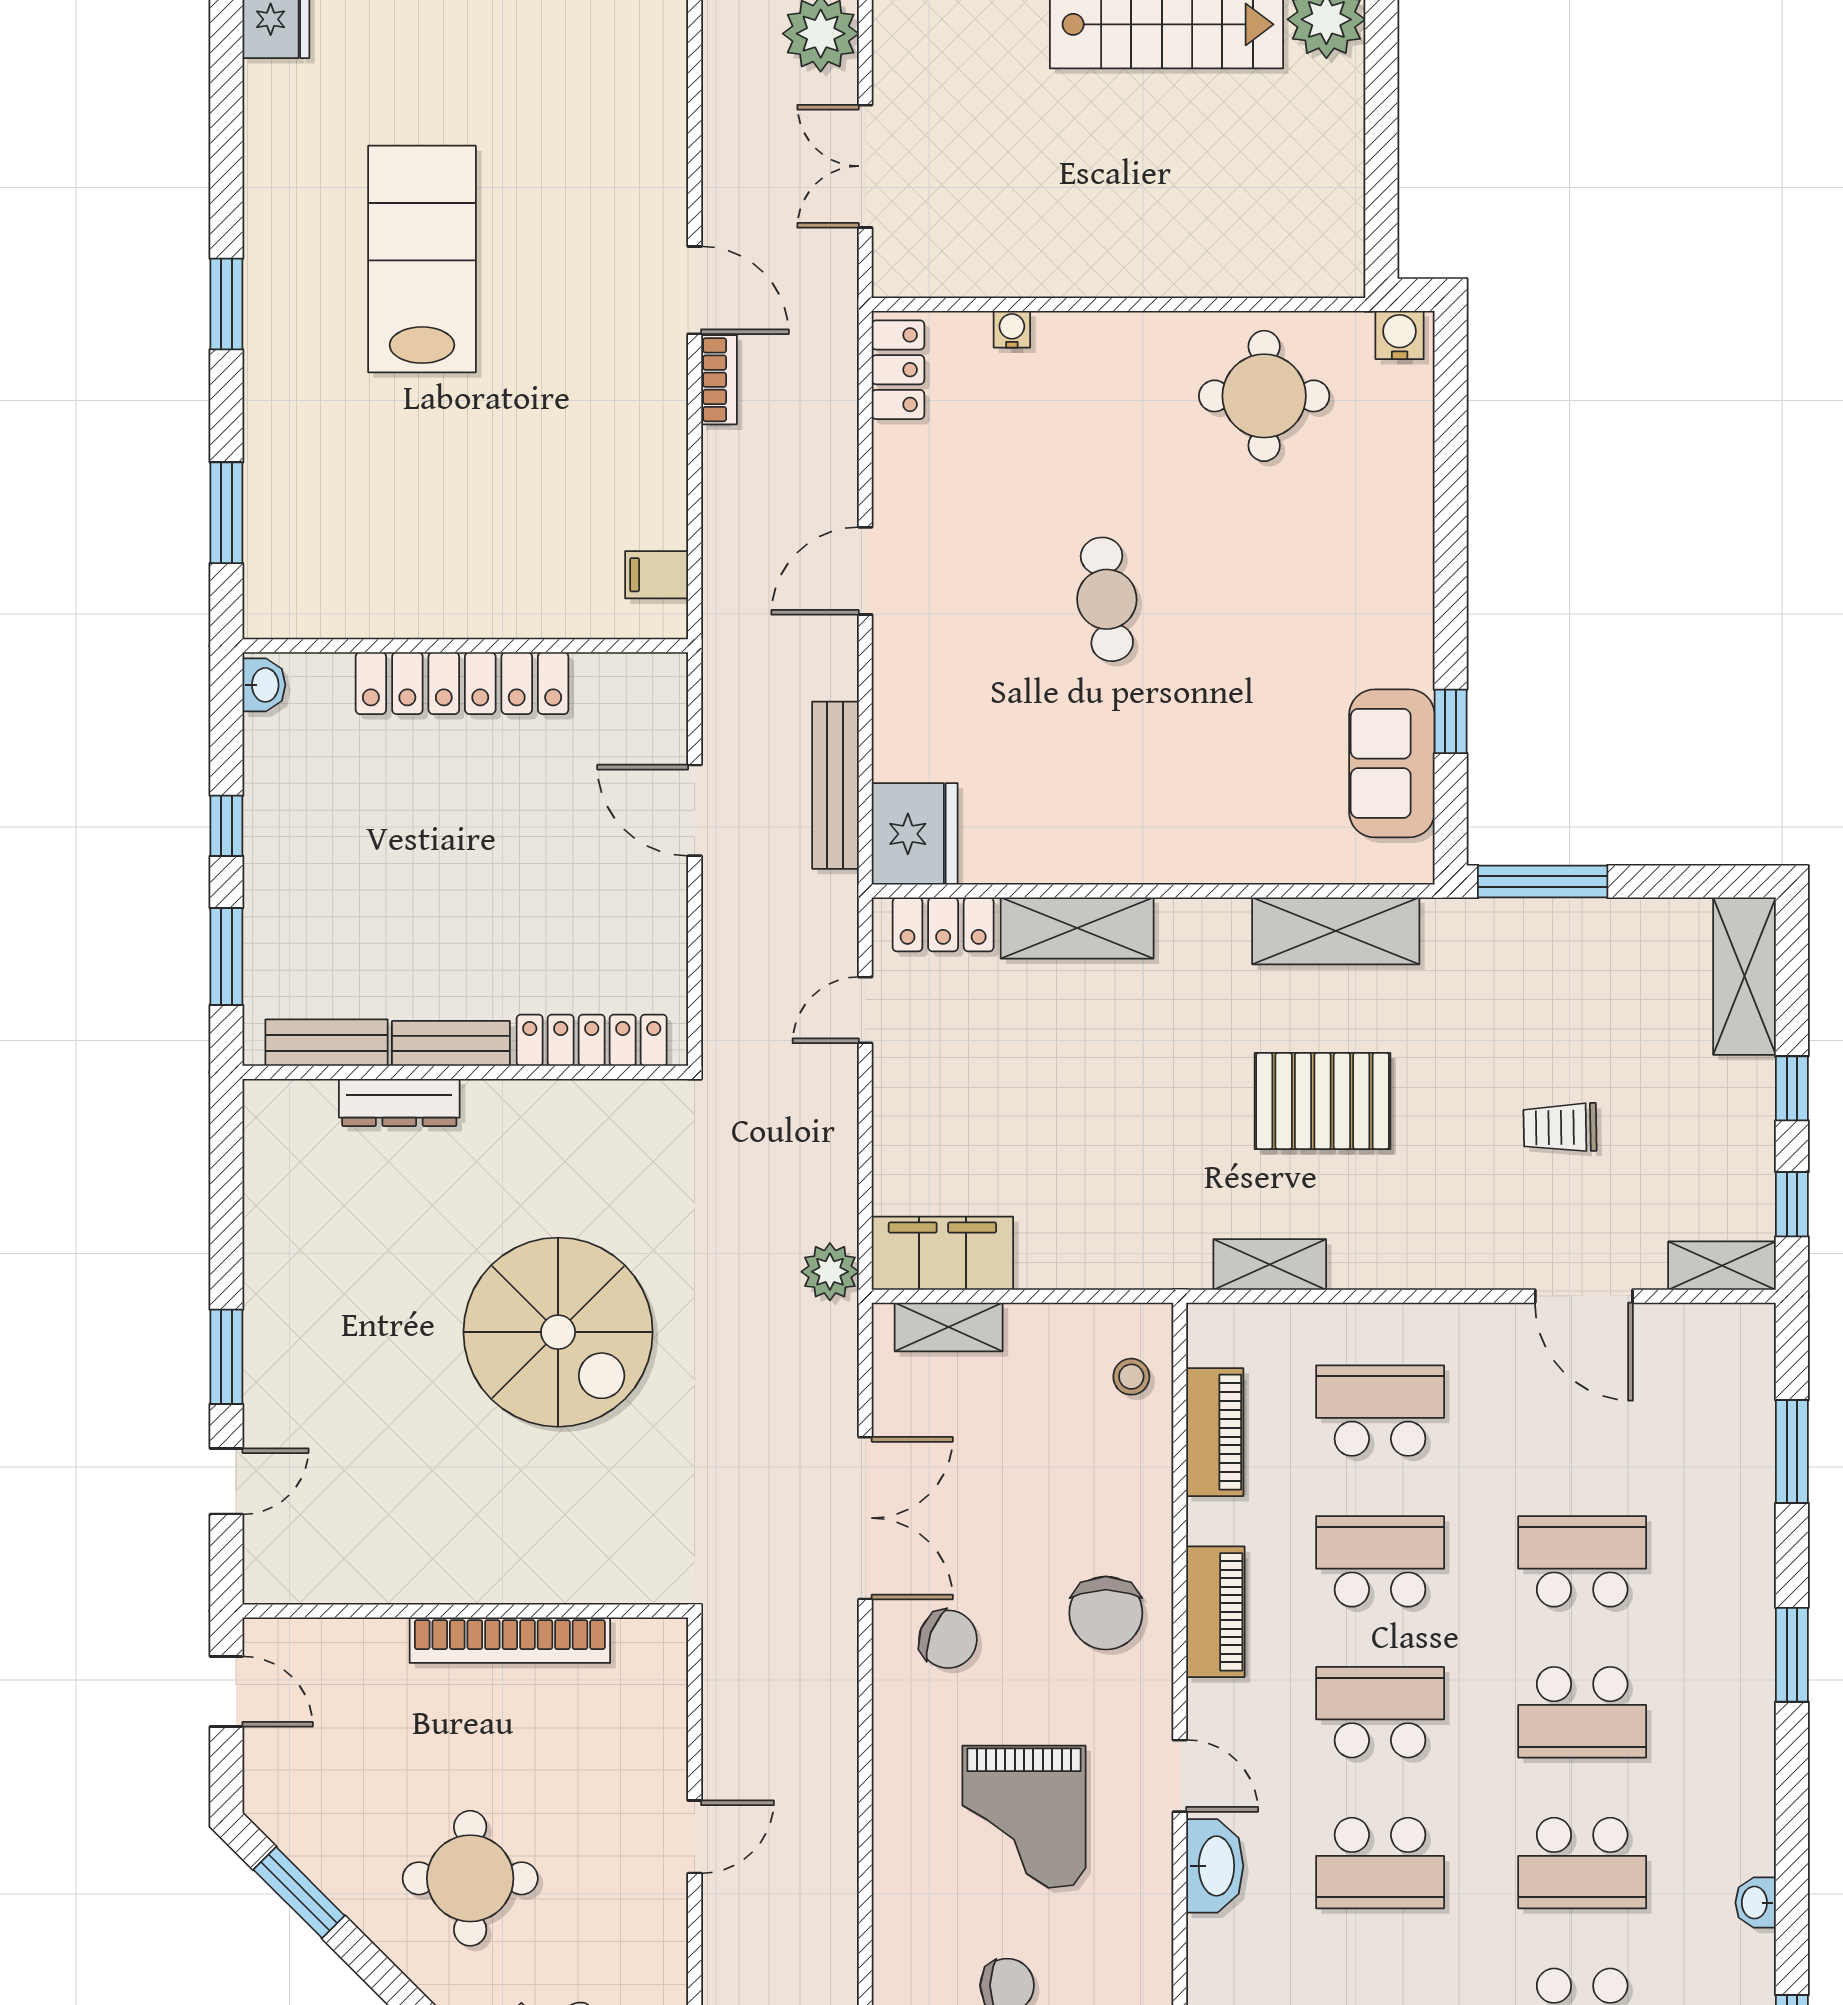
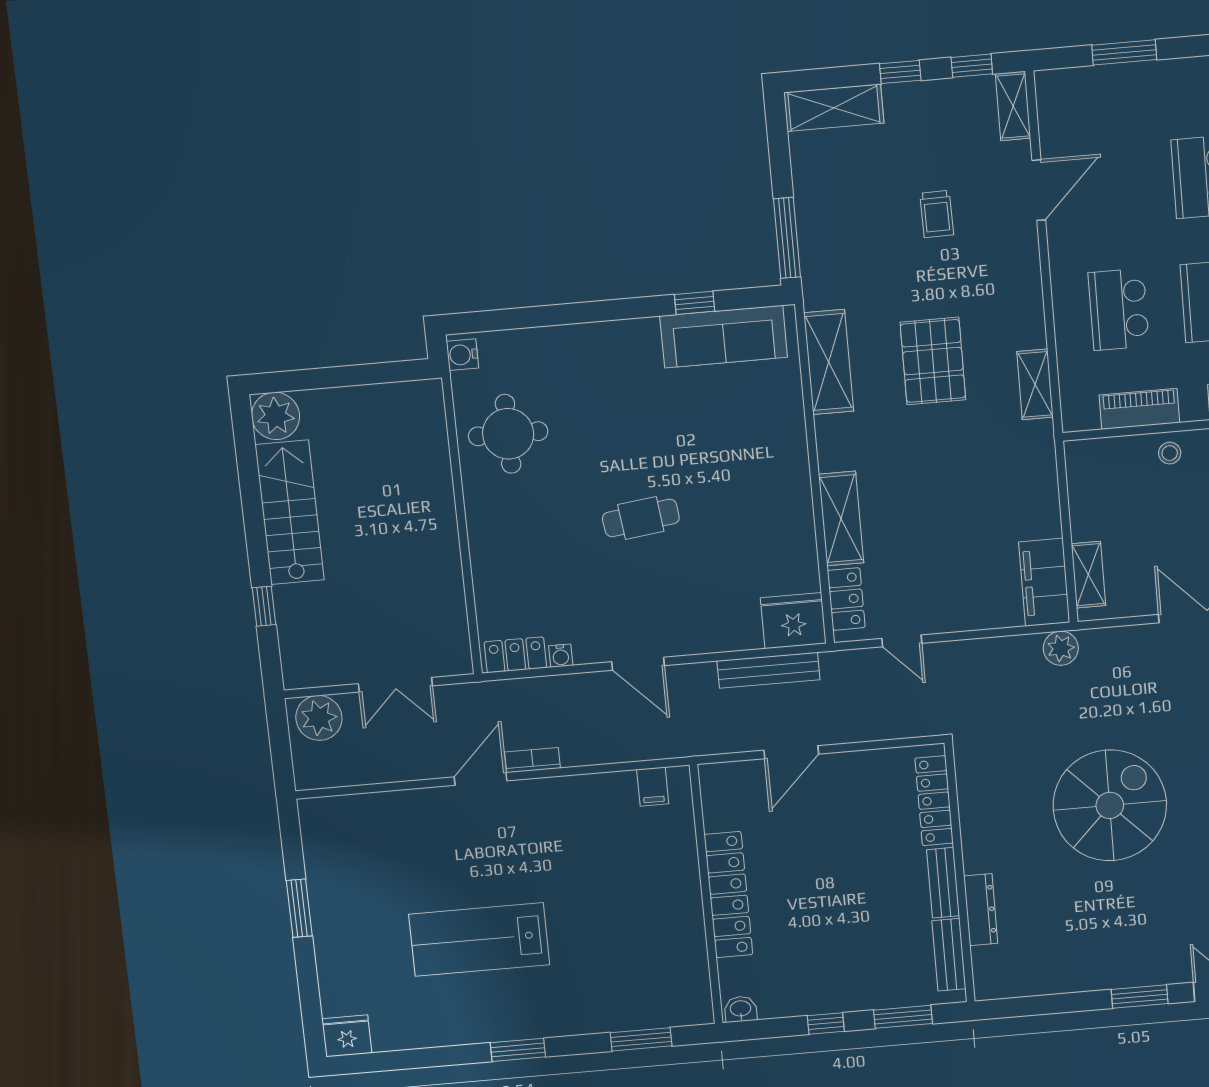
water cooler: (1012, 329) -> (561, 656), moved, turned -90
sofa: (1392, 763) -> (724, 337), width x1.36
stool: (1131, 1377) -> (1170, 453), moved

